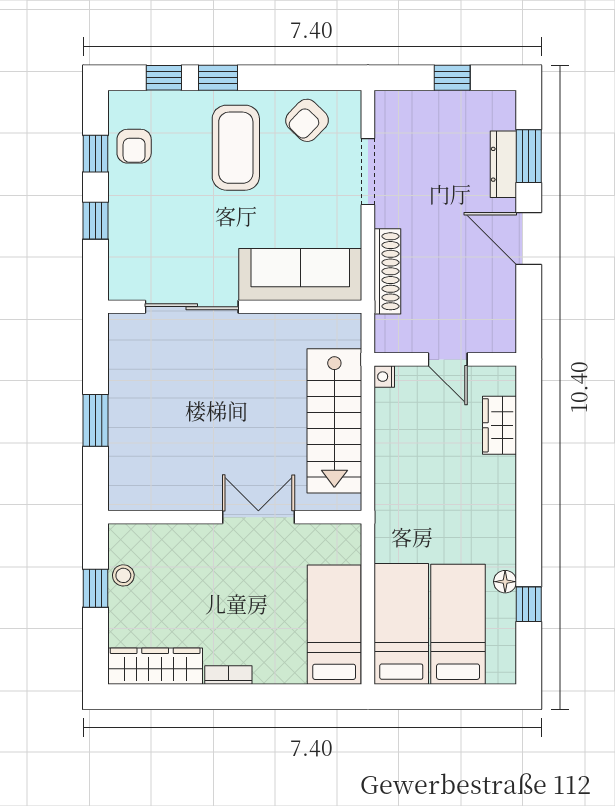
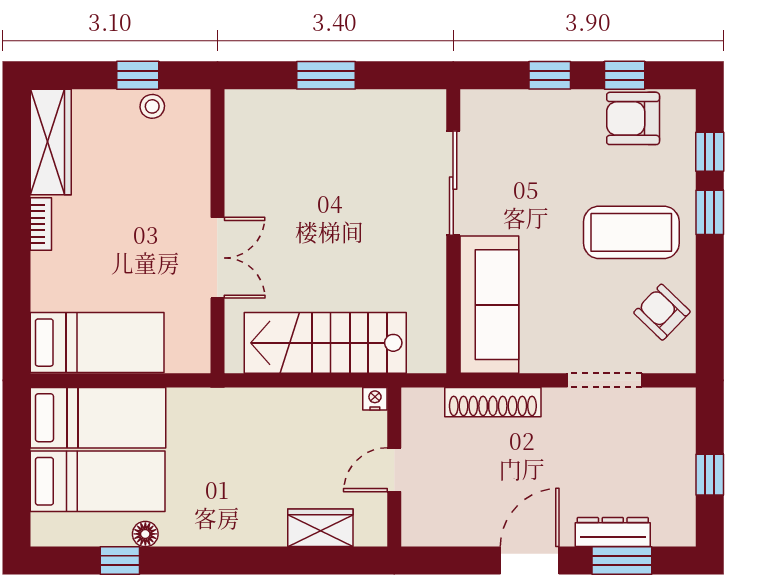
armchair: (134, 146) -> (633, 118), width x1.38, depth x1.38

